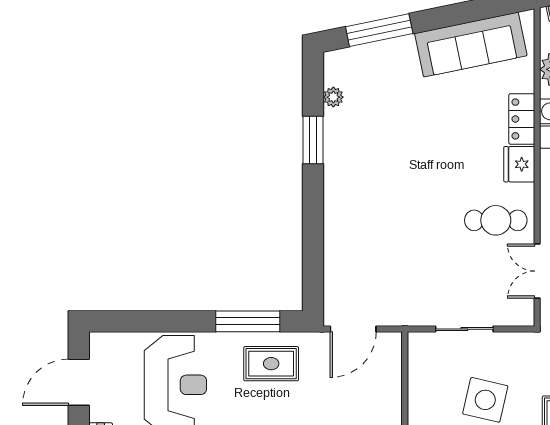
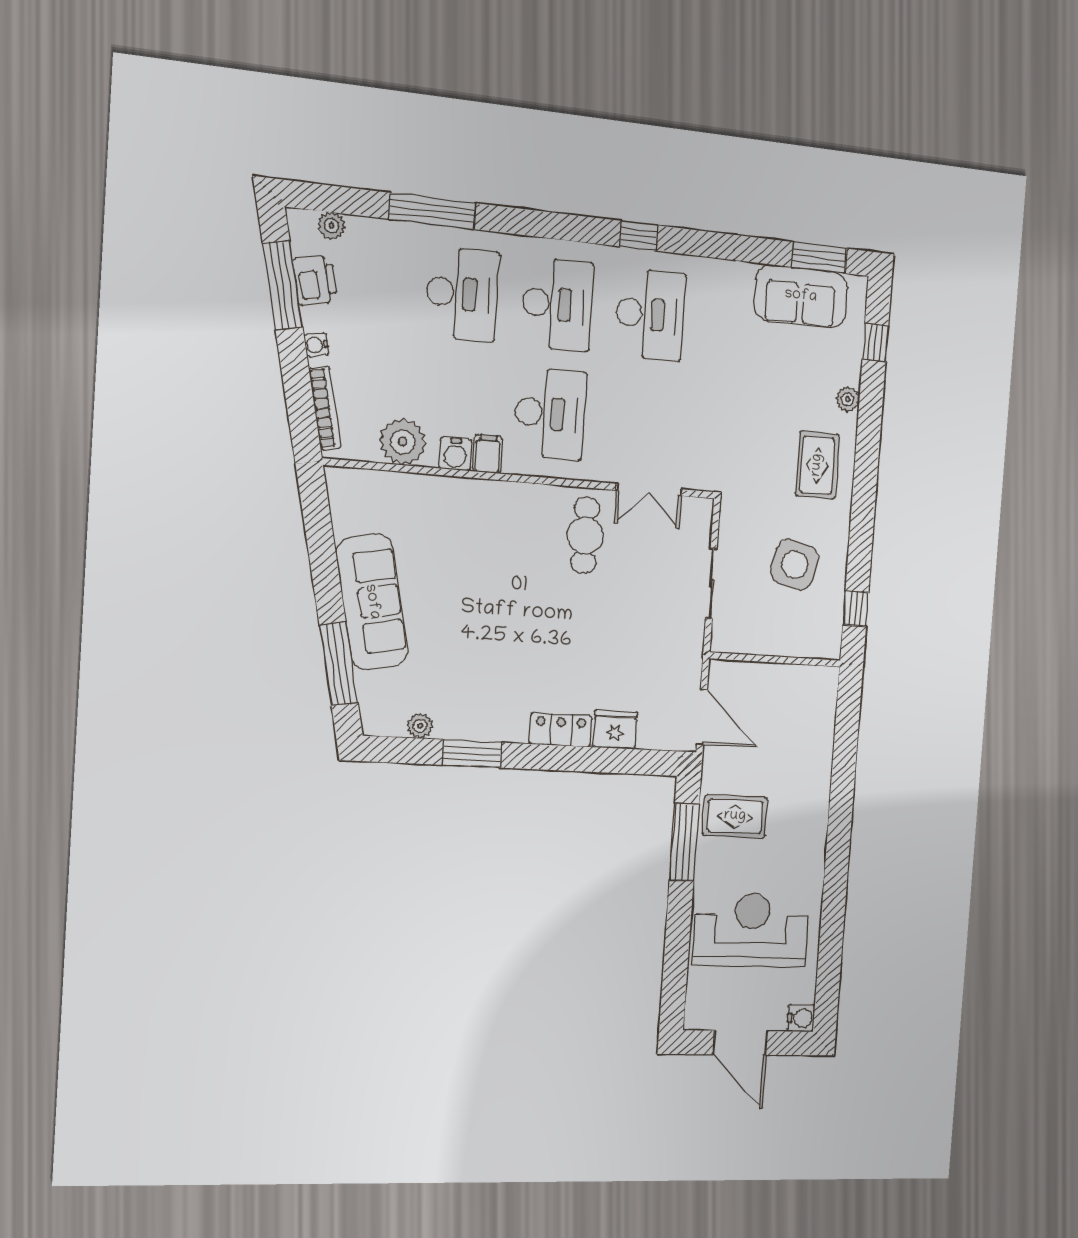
sofa: (471, 45) -> (372, 602), moved
locker: (522, 119) -> (561, 730), moved, turned 180
fridge: (519, 164) -> (615, 730), moved, turned 180
rug: (271, 364) -> (735, 816), turned 90

